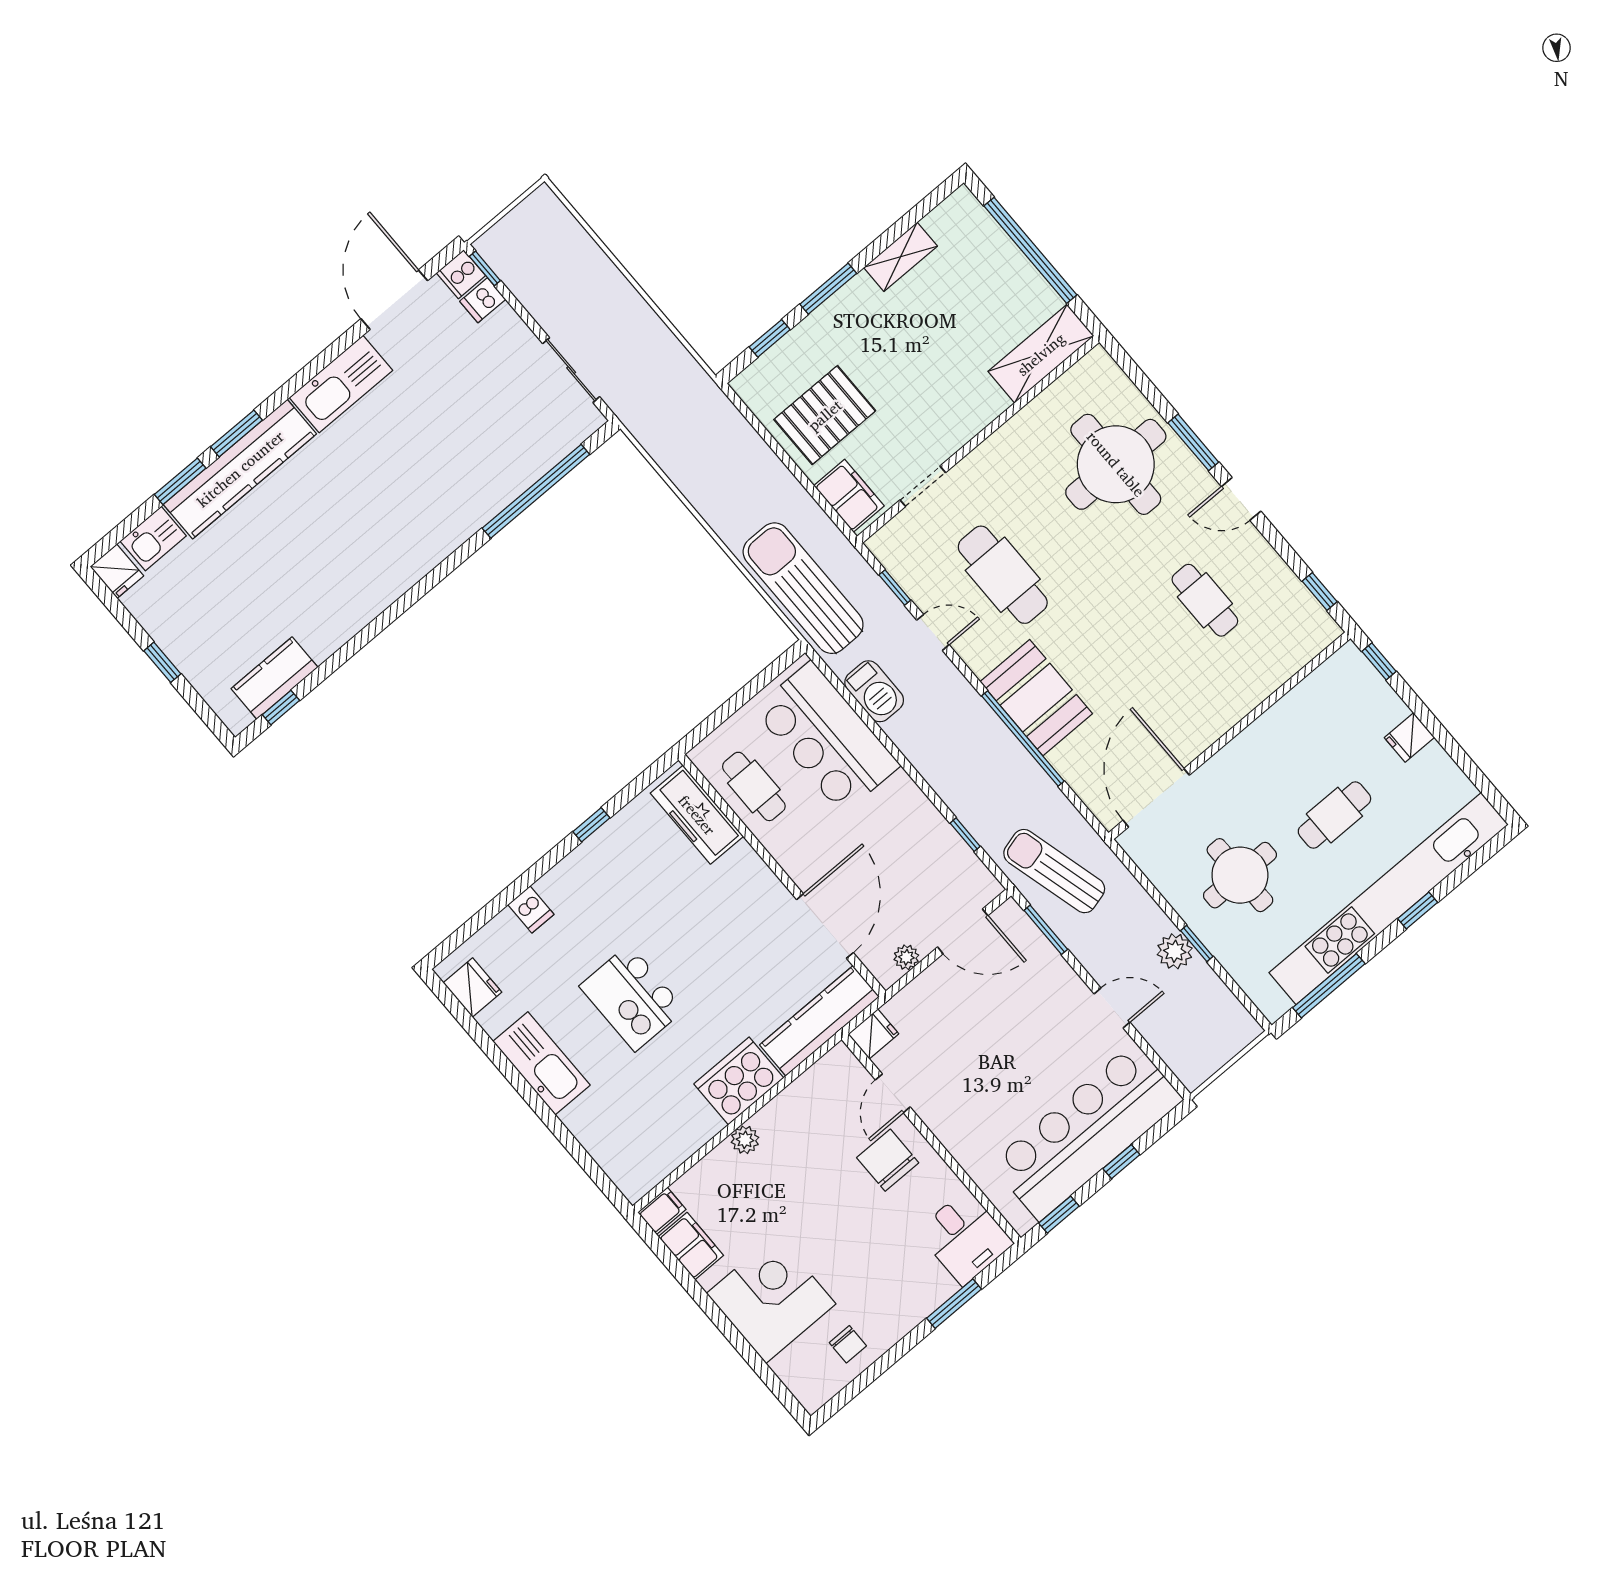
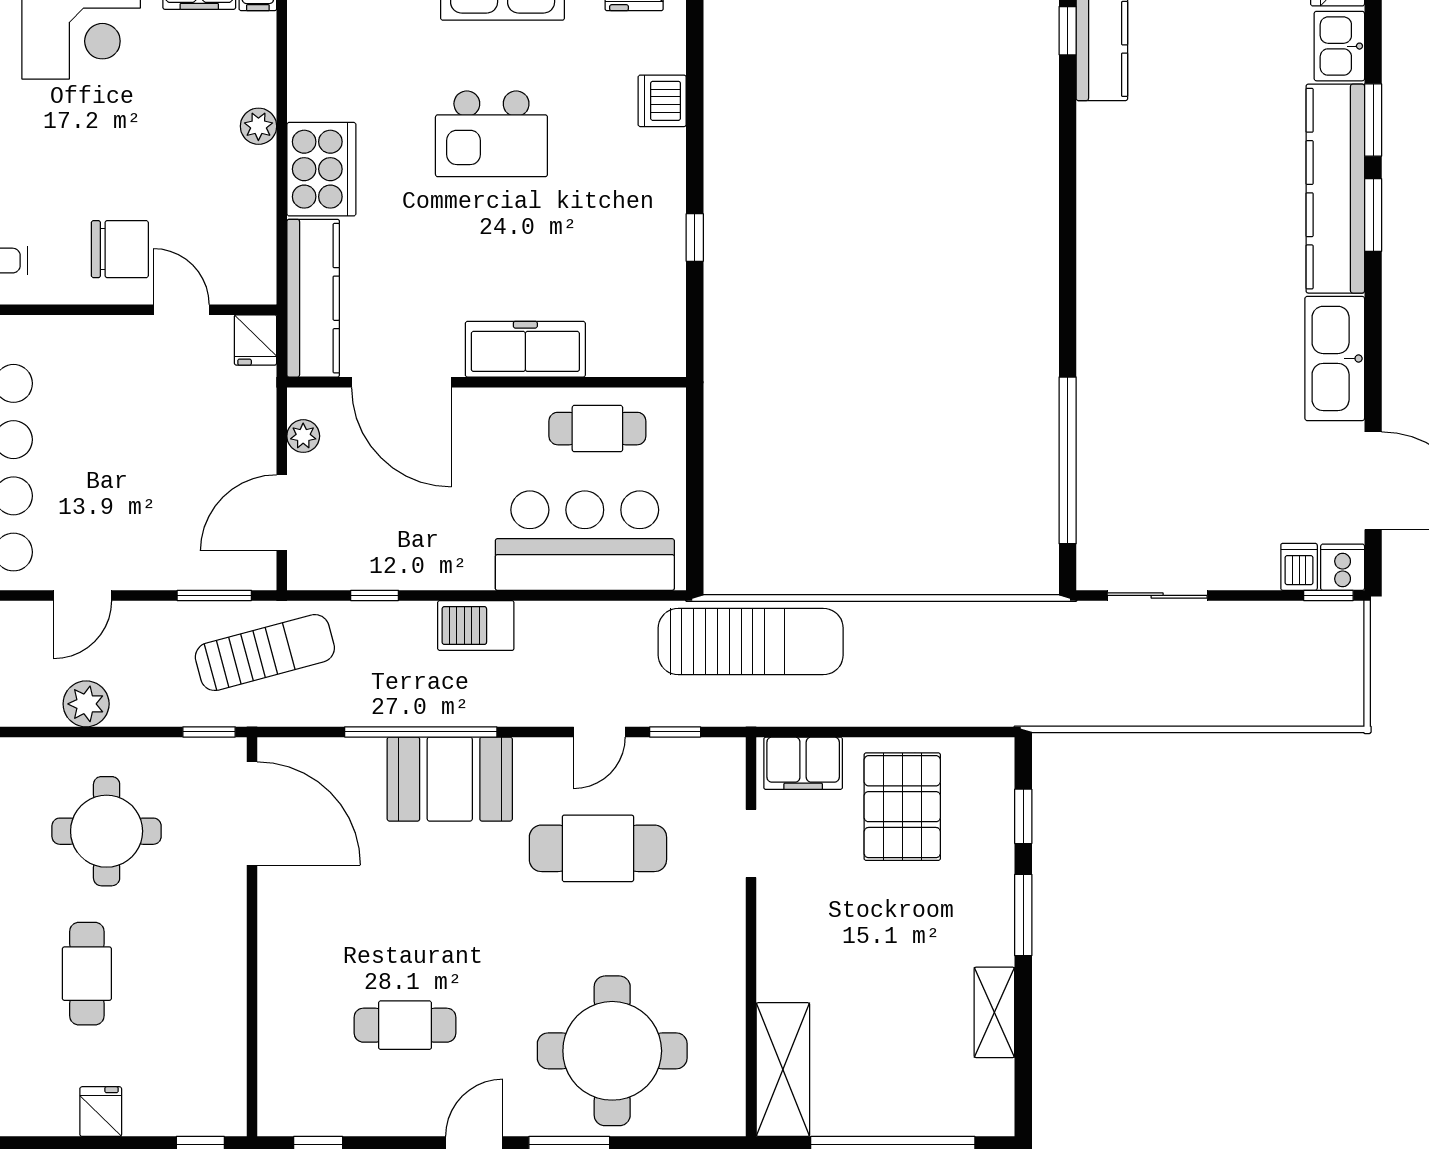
barbecue: (874, 691) -> (476, 626), moved
freezer: (697, 815) -> (525, 349), moved
dishwasher: (531, 909) -> (662, 101), width x1.38
window: (1197, 943) -> (209, 732), moved
kitchen island: (632, 998) -> (491, 134), turned 180

